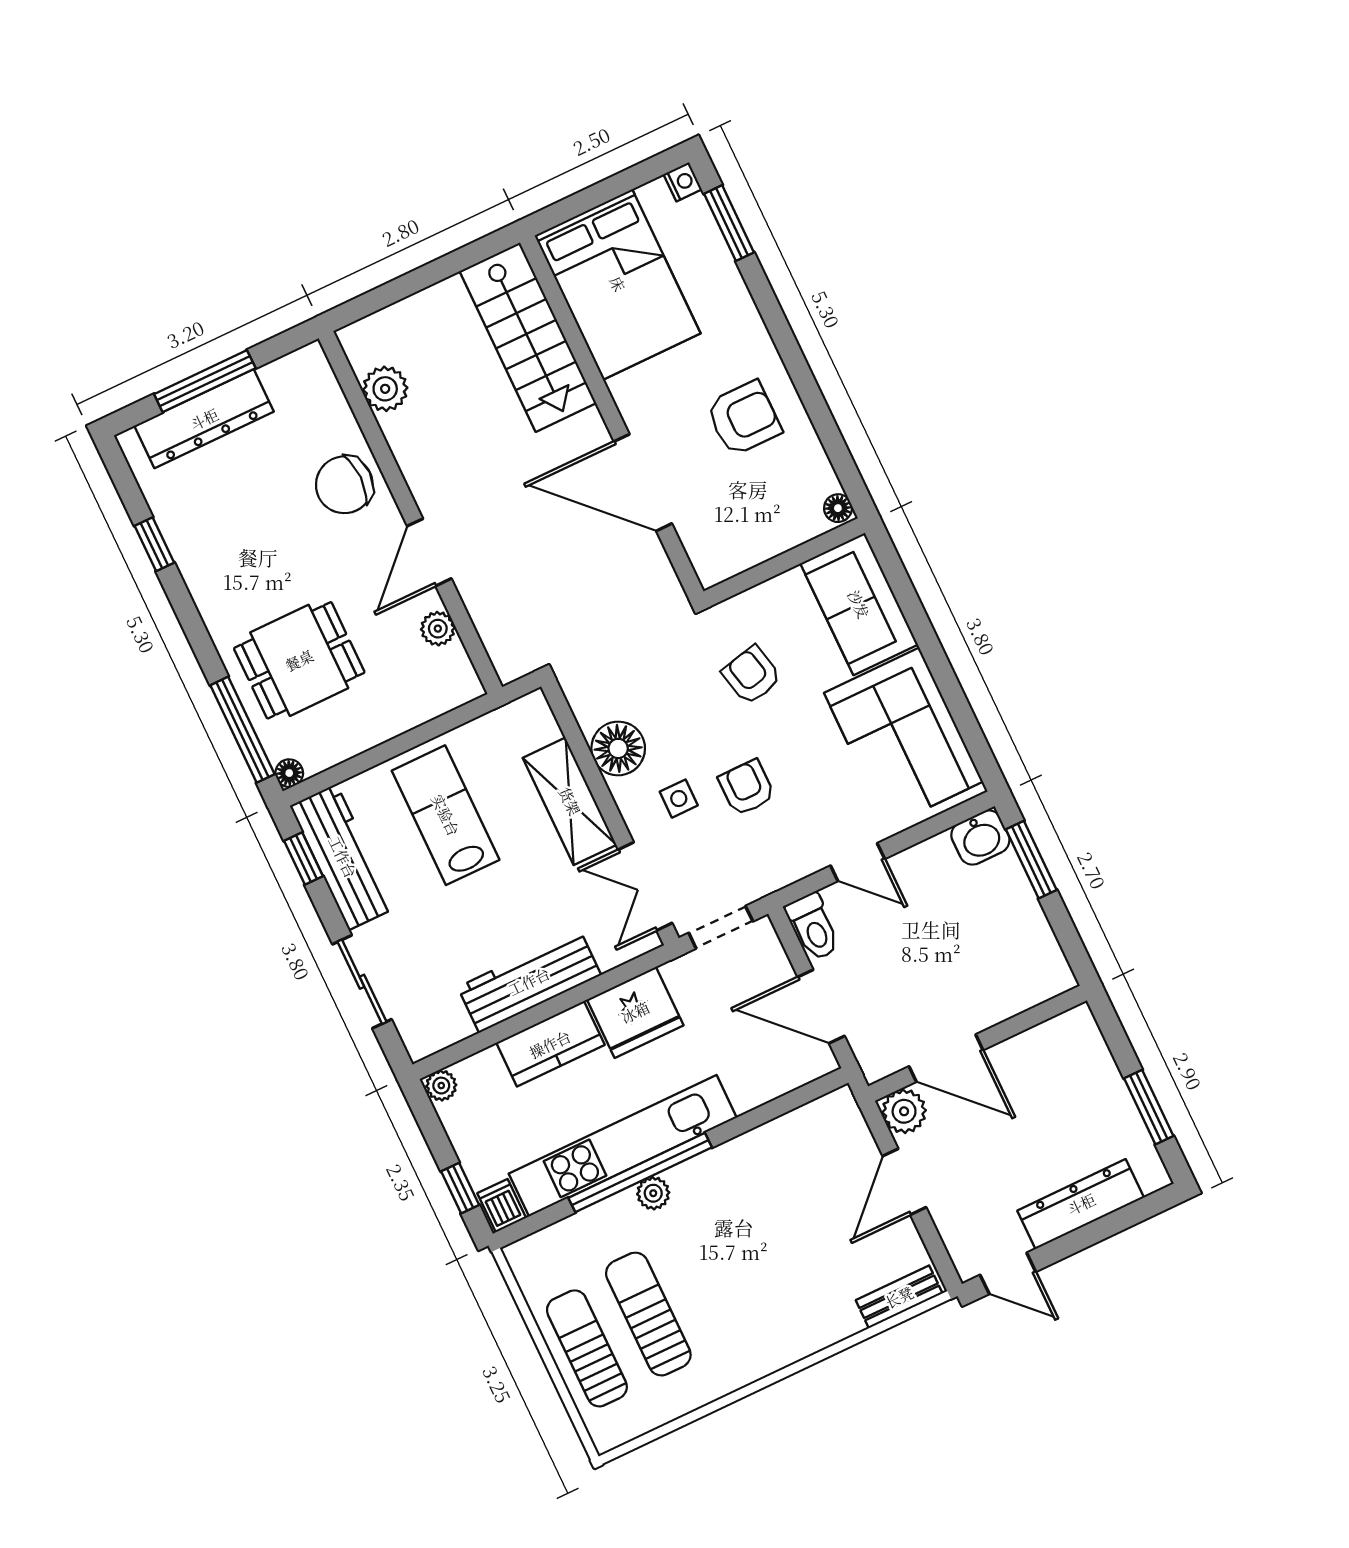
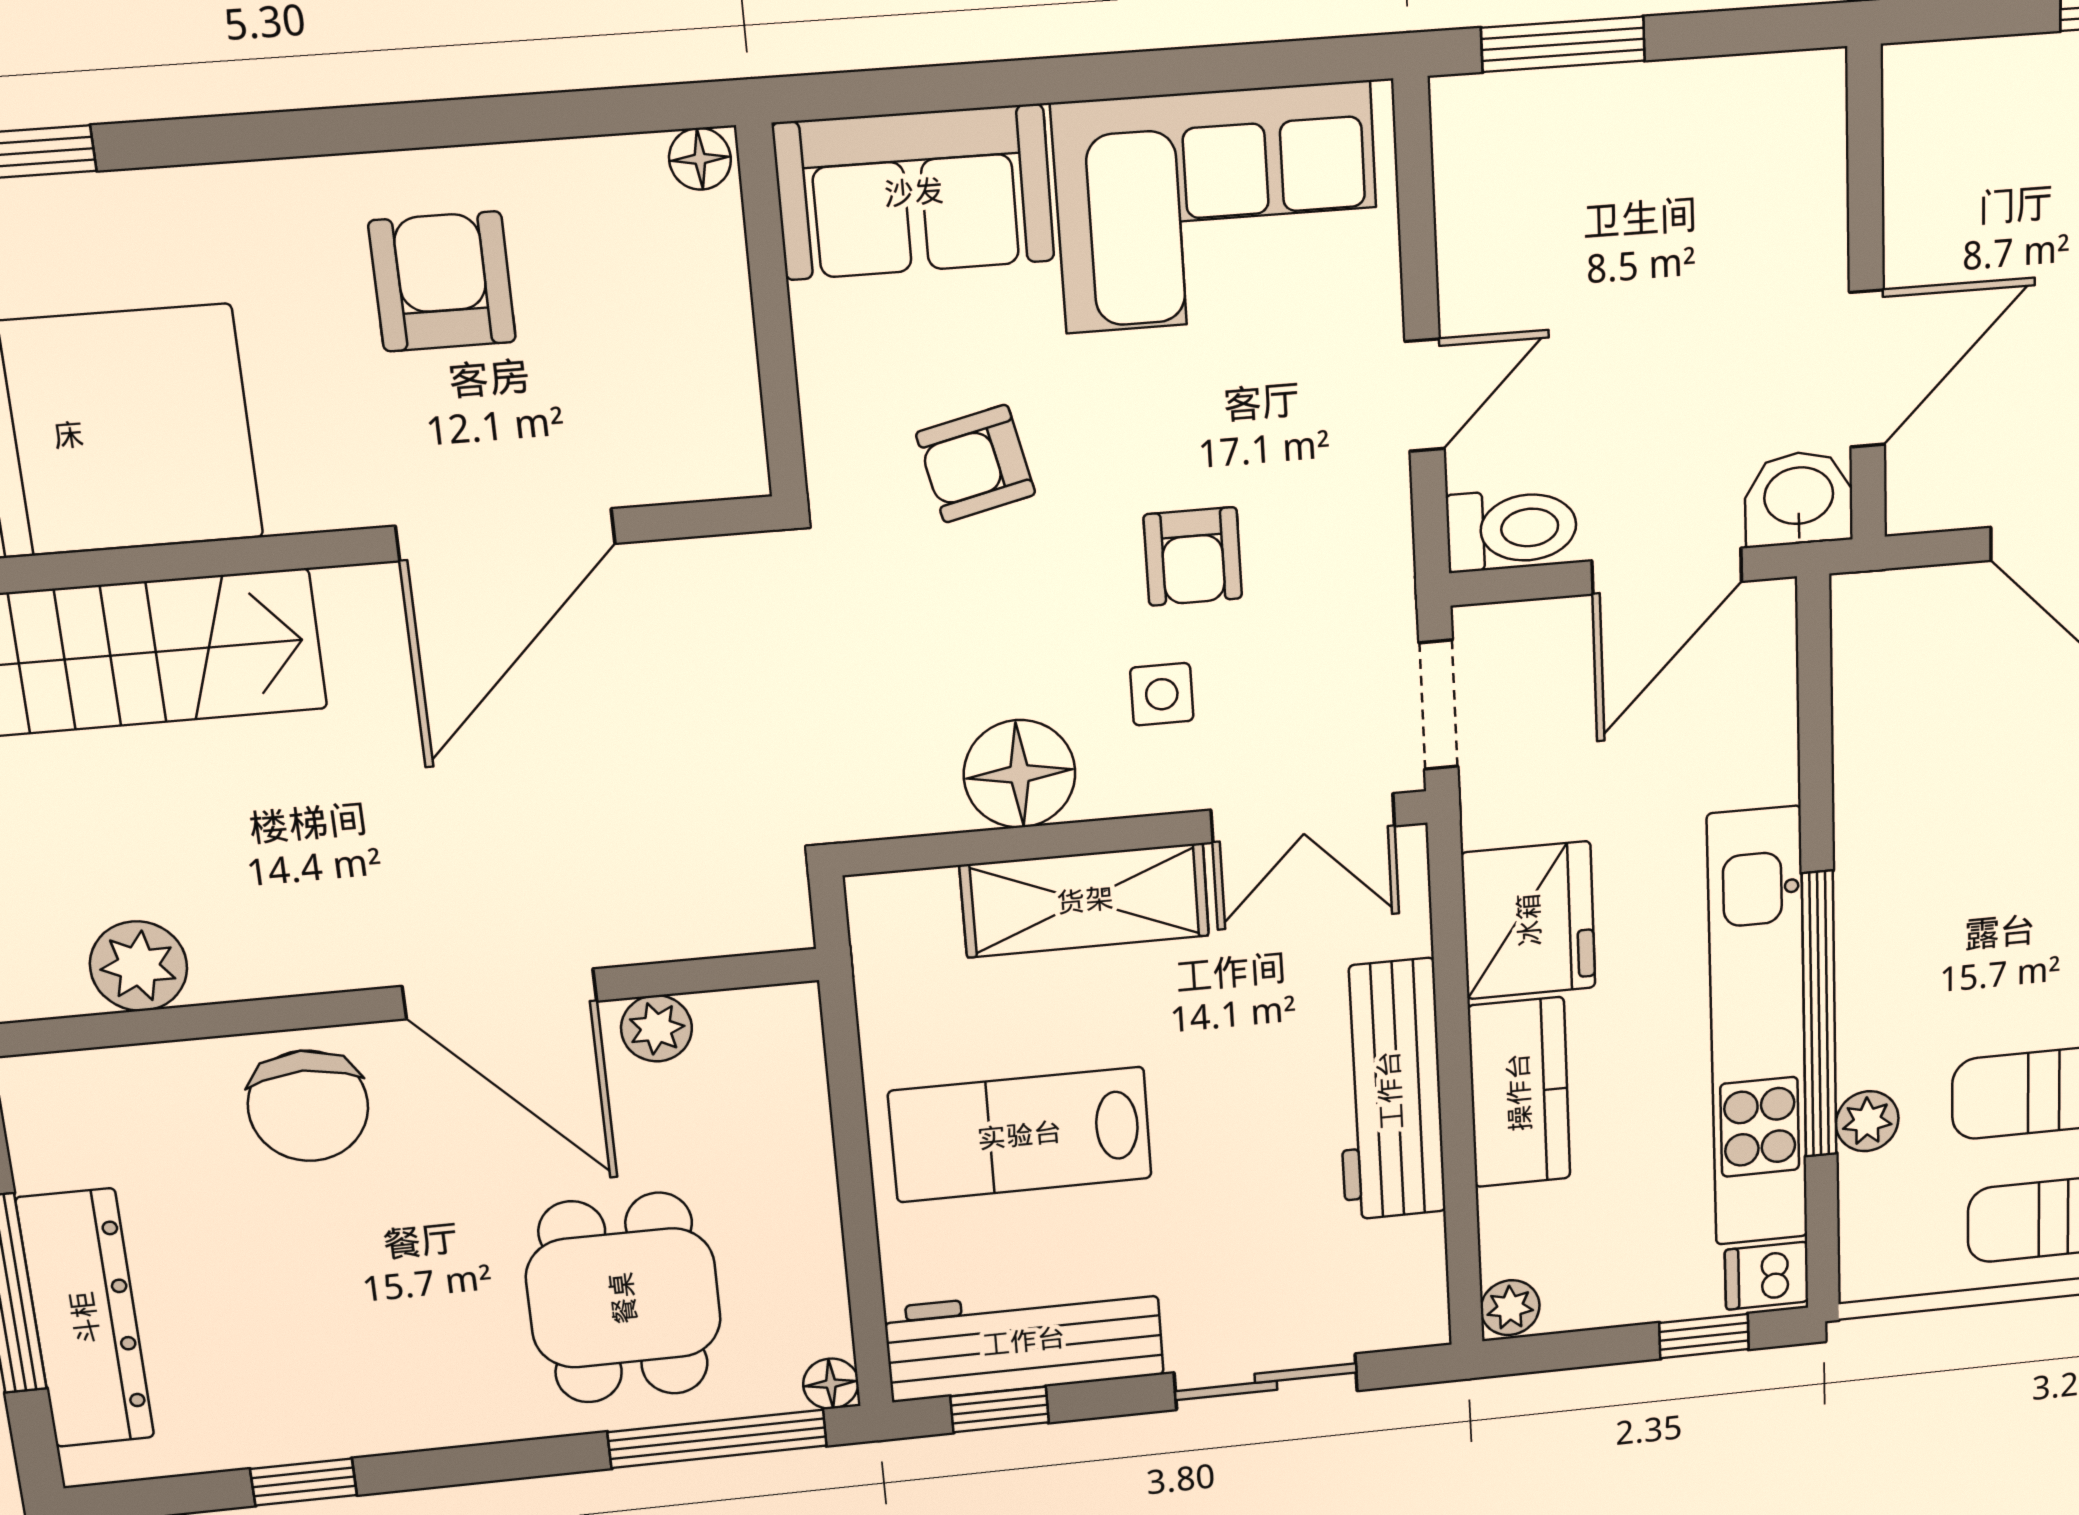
door: (429, 552) -> (500, 994), width x1.36
armchair: (747, 788) -> (1193, 556), turned -90
washbasin: (980, 837) -> (1799, 498), moved, turned -90
plant: (904, 1111) -> (1928, 488), removed
plant: (653, 1193) -> (1867, 1121), moved

